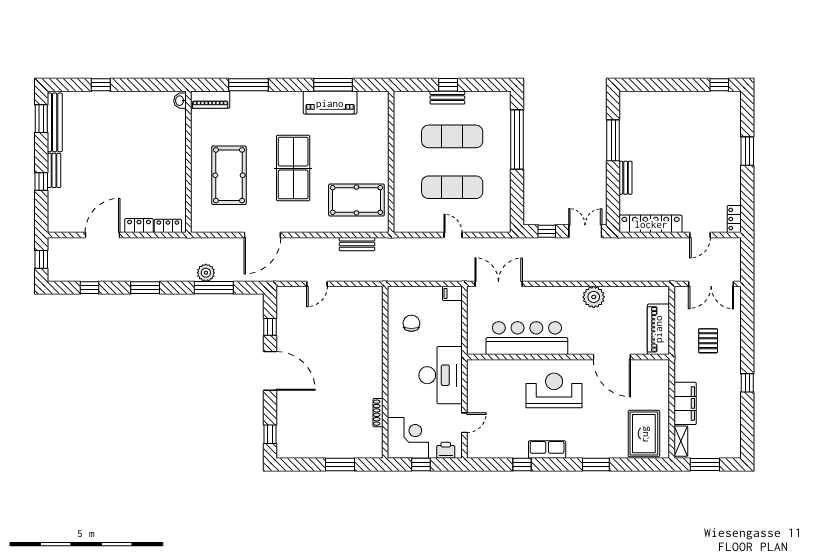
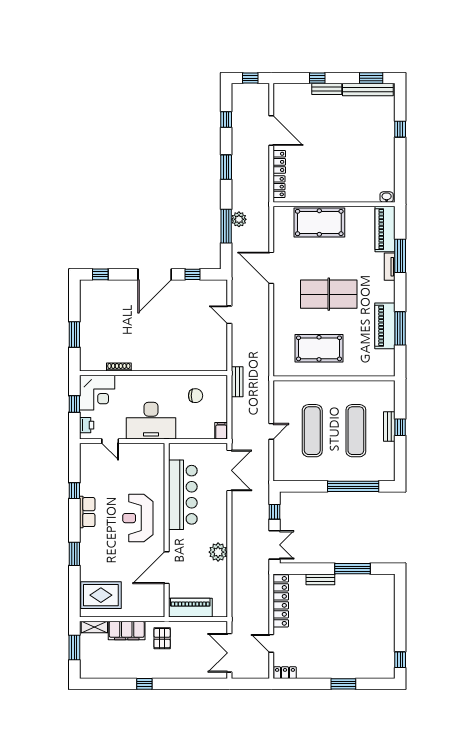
tv unit: (261, 97) -> (390, 267), added
piano: (210, 100) -> (385, 229), width x1.37, depth x1.33
pool table: (229, 175) -> (319, 223), moved
pool table: (356, 200) -> (319, 348), moved, turned 90
bench: (357, 244) -> (237, 382), moved
pallet: (708, 341) -> (162, 638), moved, turned 90
reception desk: (554, 390) -> (138, 518), turned 180

